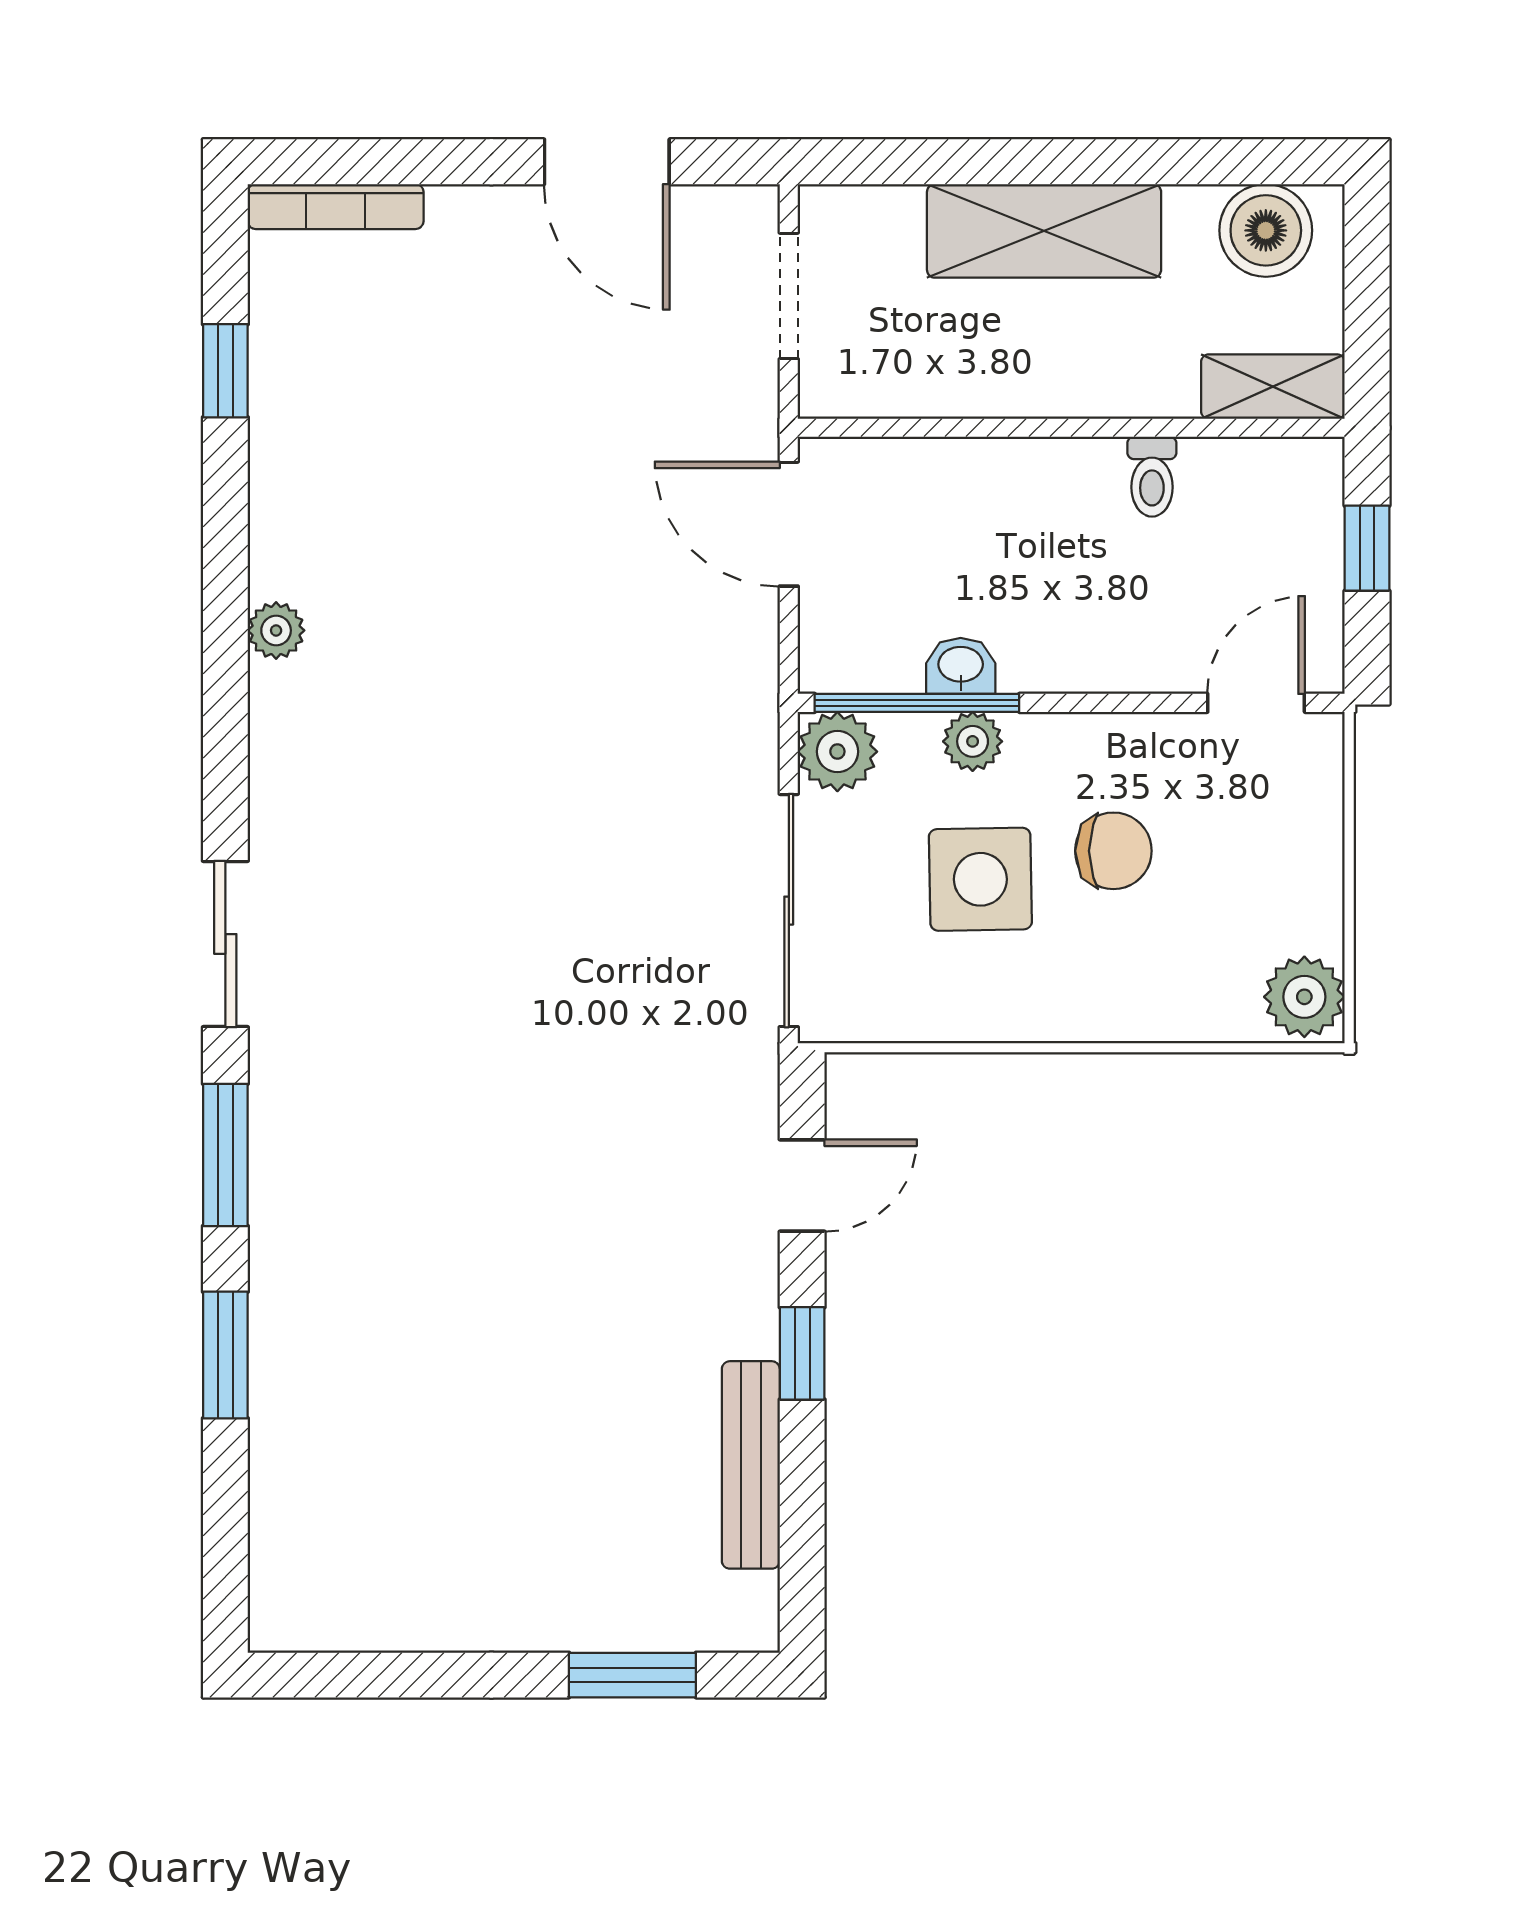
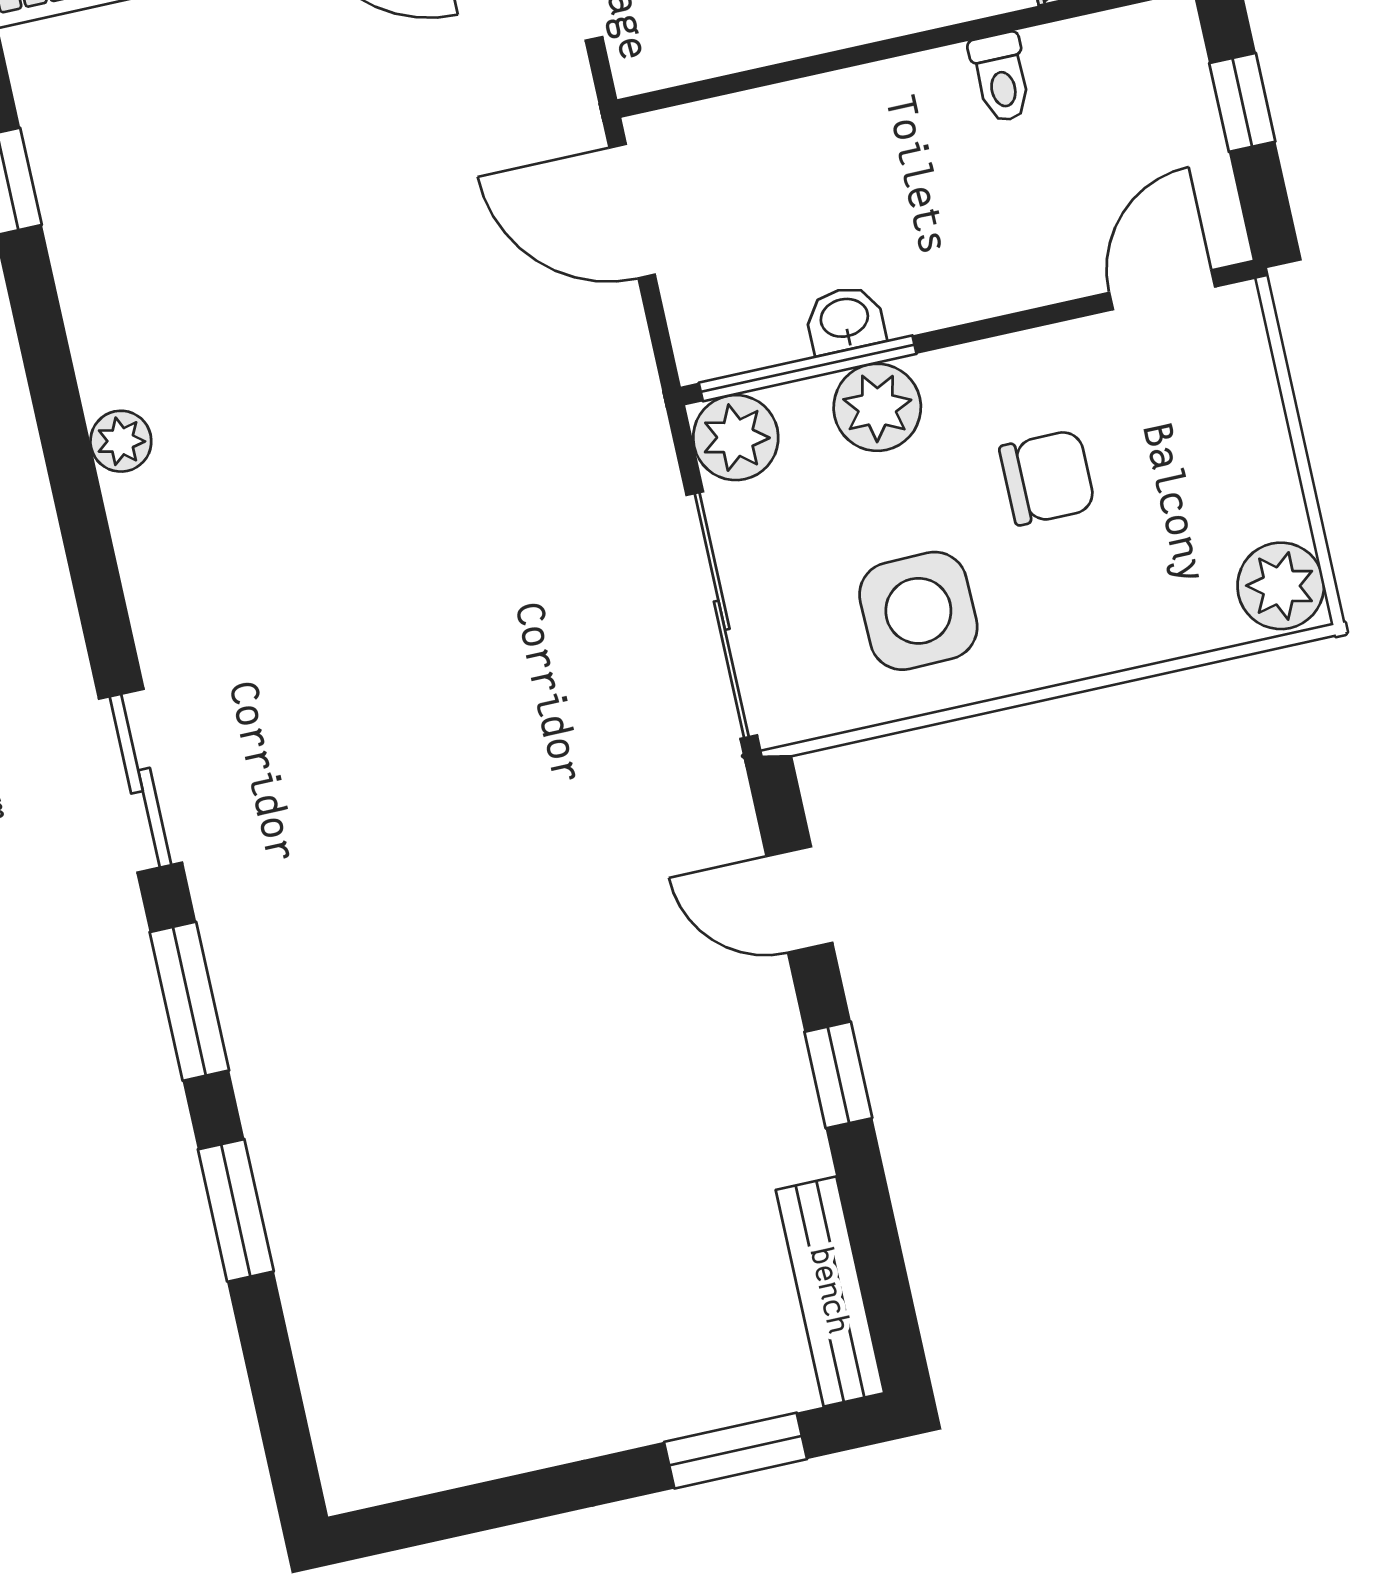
plant: (973, 741) -> (877, 407), width x1.38, depth x1.38
side table: (980, 879) -> (918, 611), moved
door: (802, 1186) -> (799, 900), swing flipped
bench: (751, 1465) -> (830, 1291), moved

